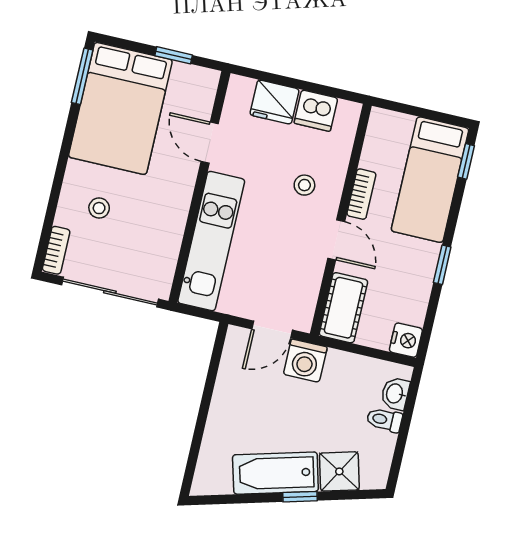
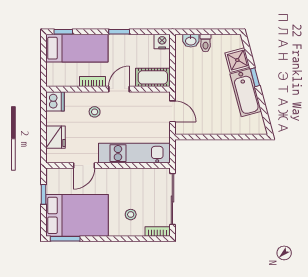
dishwasher: (316, 111) -> (55, 101), moved
washing machine: (305, 361) -> (185, 91), removed

